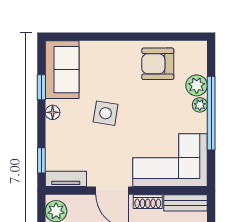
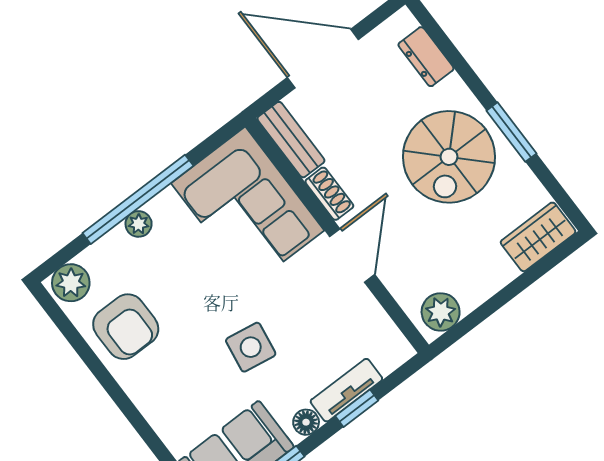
plant: (197, 85) -> (71, 283), moved
window: (41, 160) -> (357, 408), moved
tv unit: (66, 179) -> (346, 390), moved, turned 90

